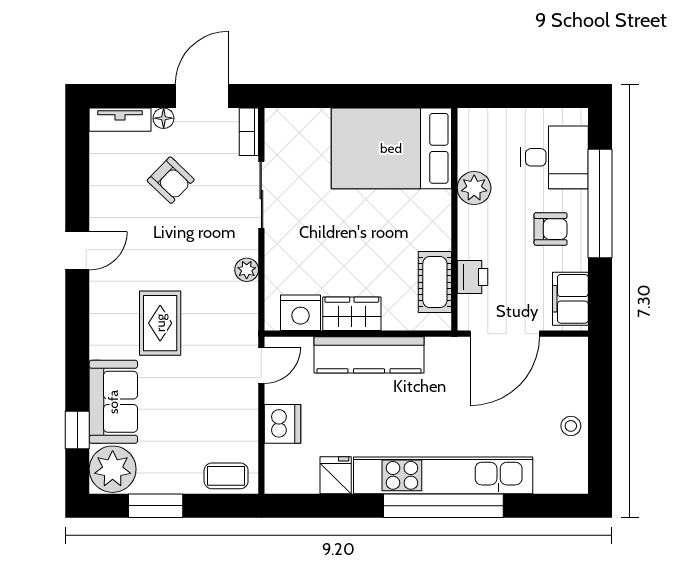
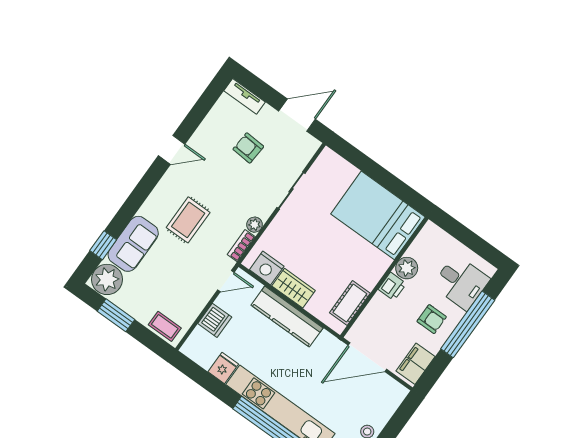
floor lamp: (164, 118) -> (268, 112), removed
bookcase: (249, 132) -> (241, 246), moved
armchair: (171, 180) -> (248, 148), turned 140
printer: (473, 277) -> (392, 286), moved

